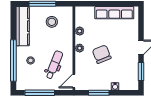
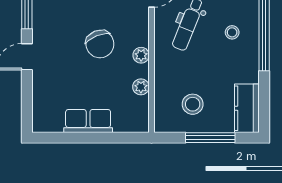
row of seats: (114, 13) -> (88, 121), width x0.68
kitchen counter: (23, 26) -> (247, 108), width x0.67

